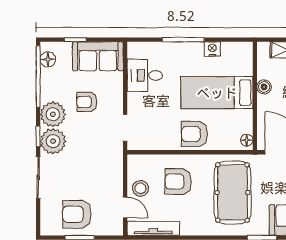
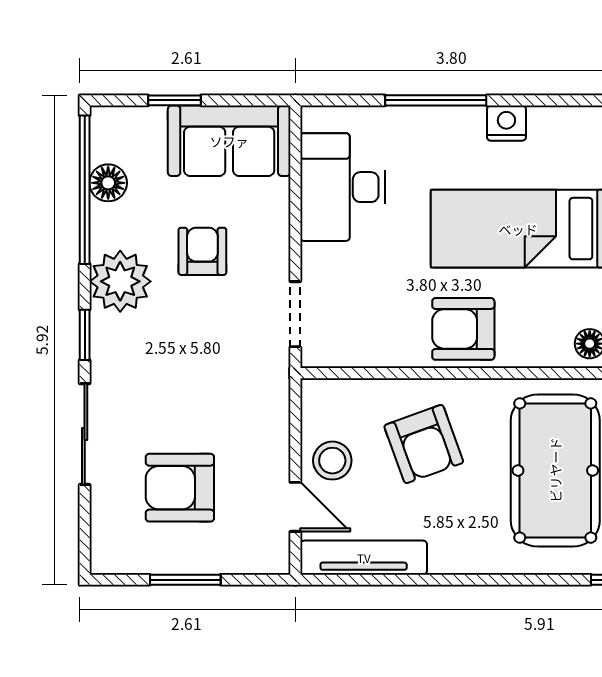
floor lamp: (48, 59) -> (108, 183), moved
desk: (145, 75) -> (343, 187), width x1.37
armchair: (87, 102) -> (202, 251), turned 90
plant: (53, 141) -> (121, 346), removed
armchair: (178, 182) -> (424, 444), turned -110
armchair: (77, 214) -> (180, 488), moved

